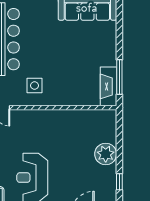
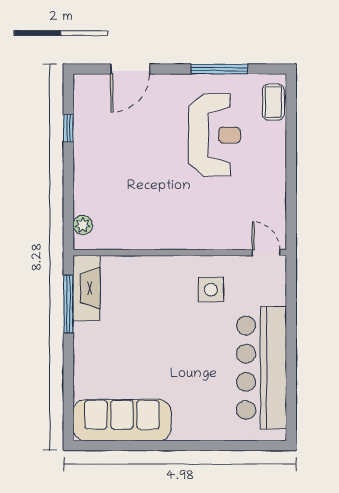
plant: (106, 154) -> (83, 225), moved, width x0.53, depth x0.53

